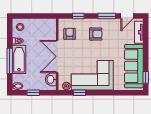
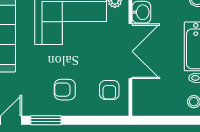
window: (78, 16) -> (95, 120), removed

